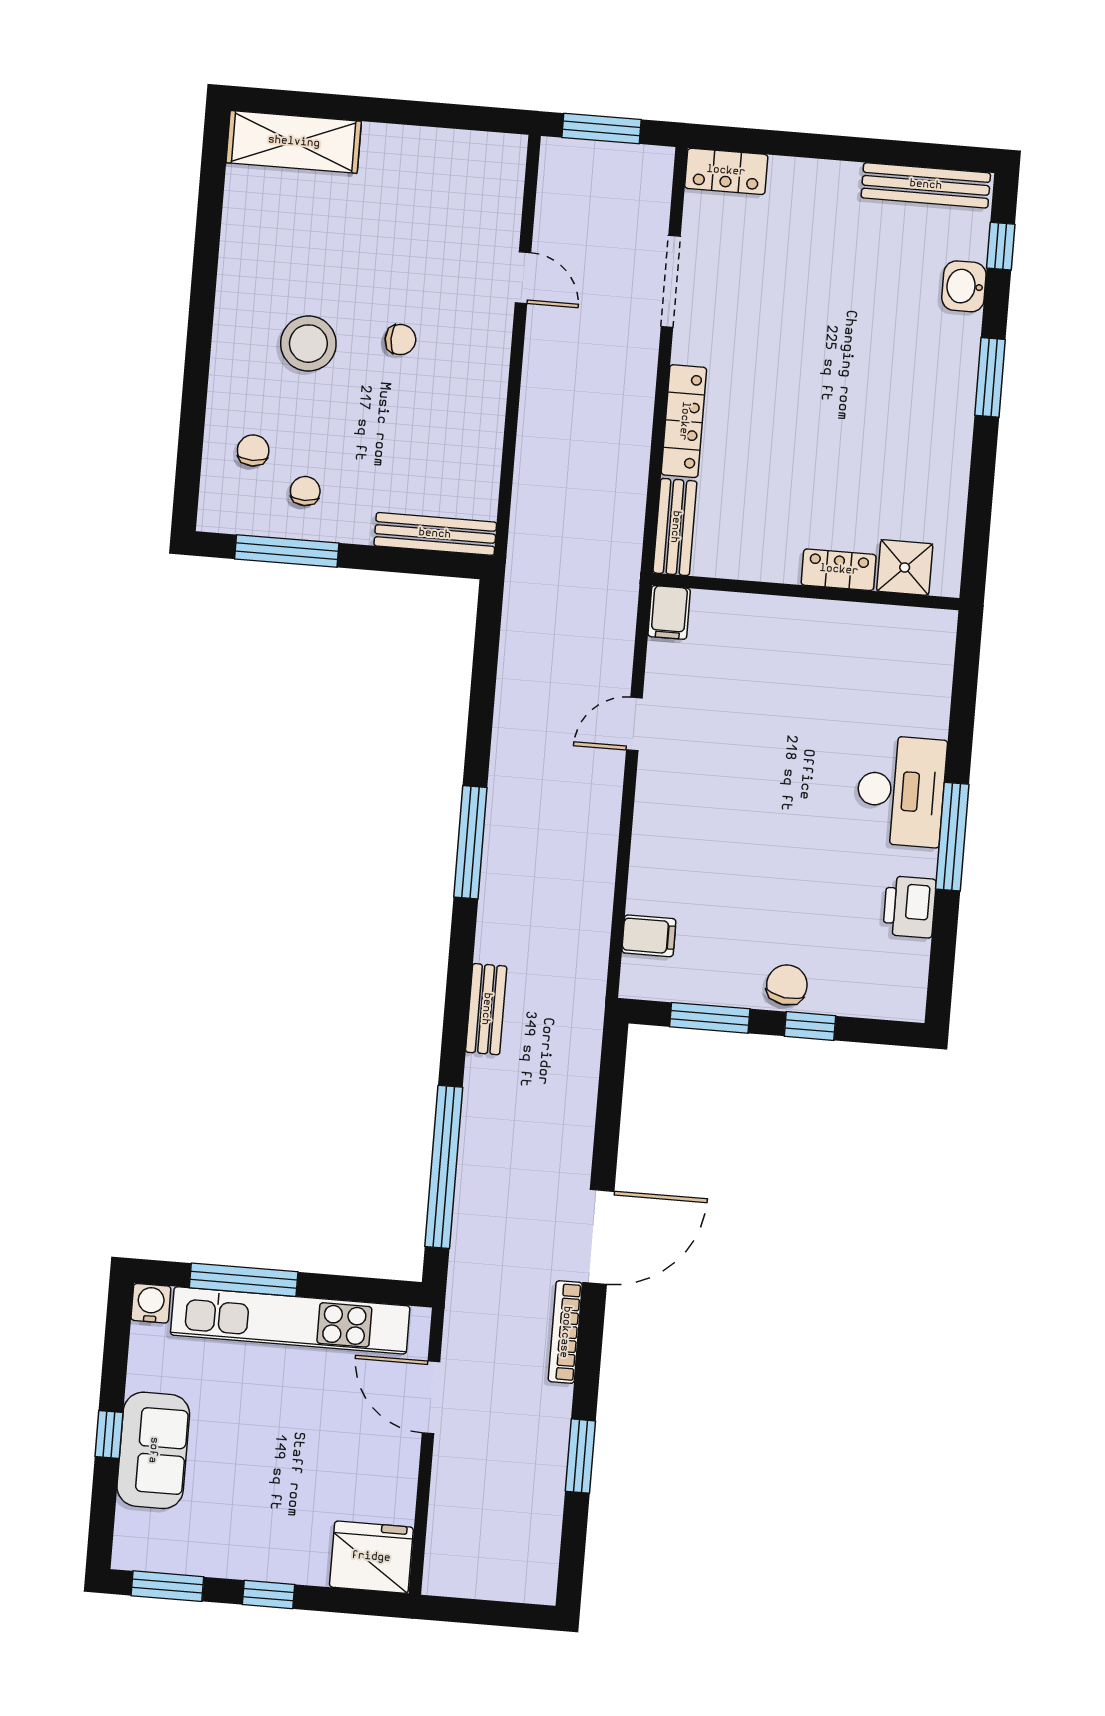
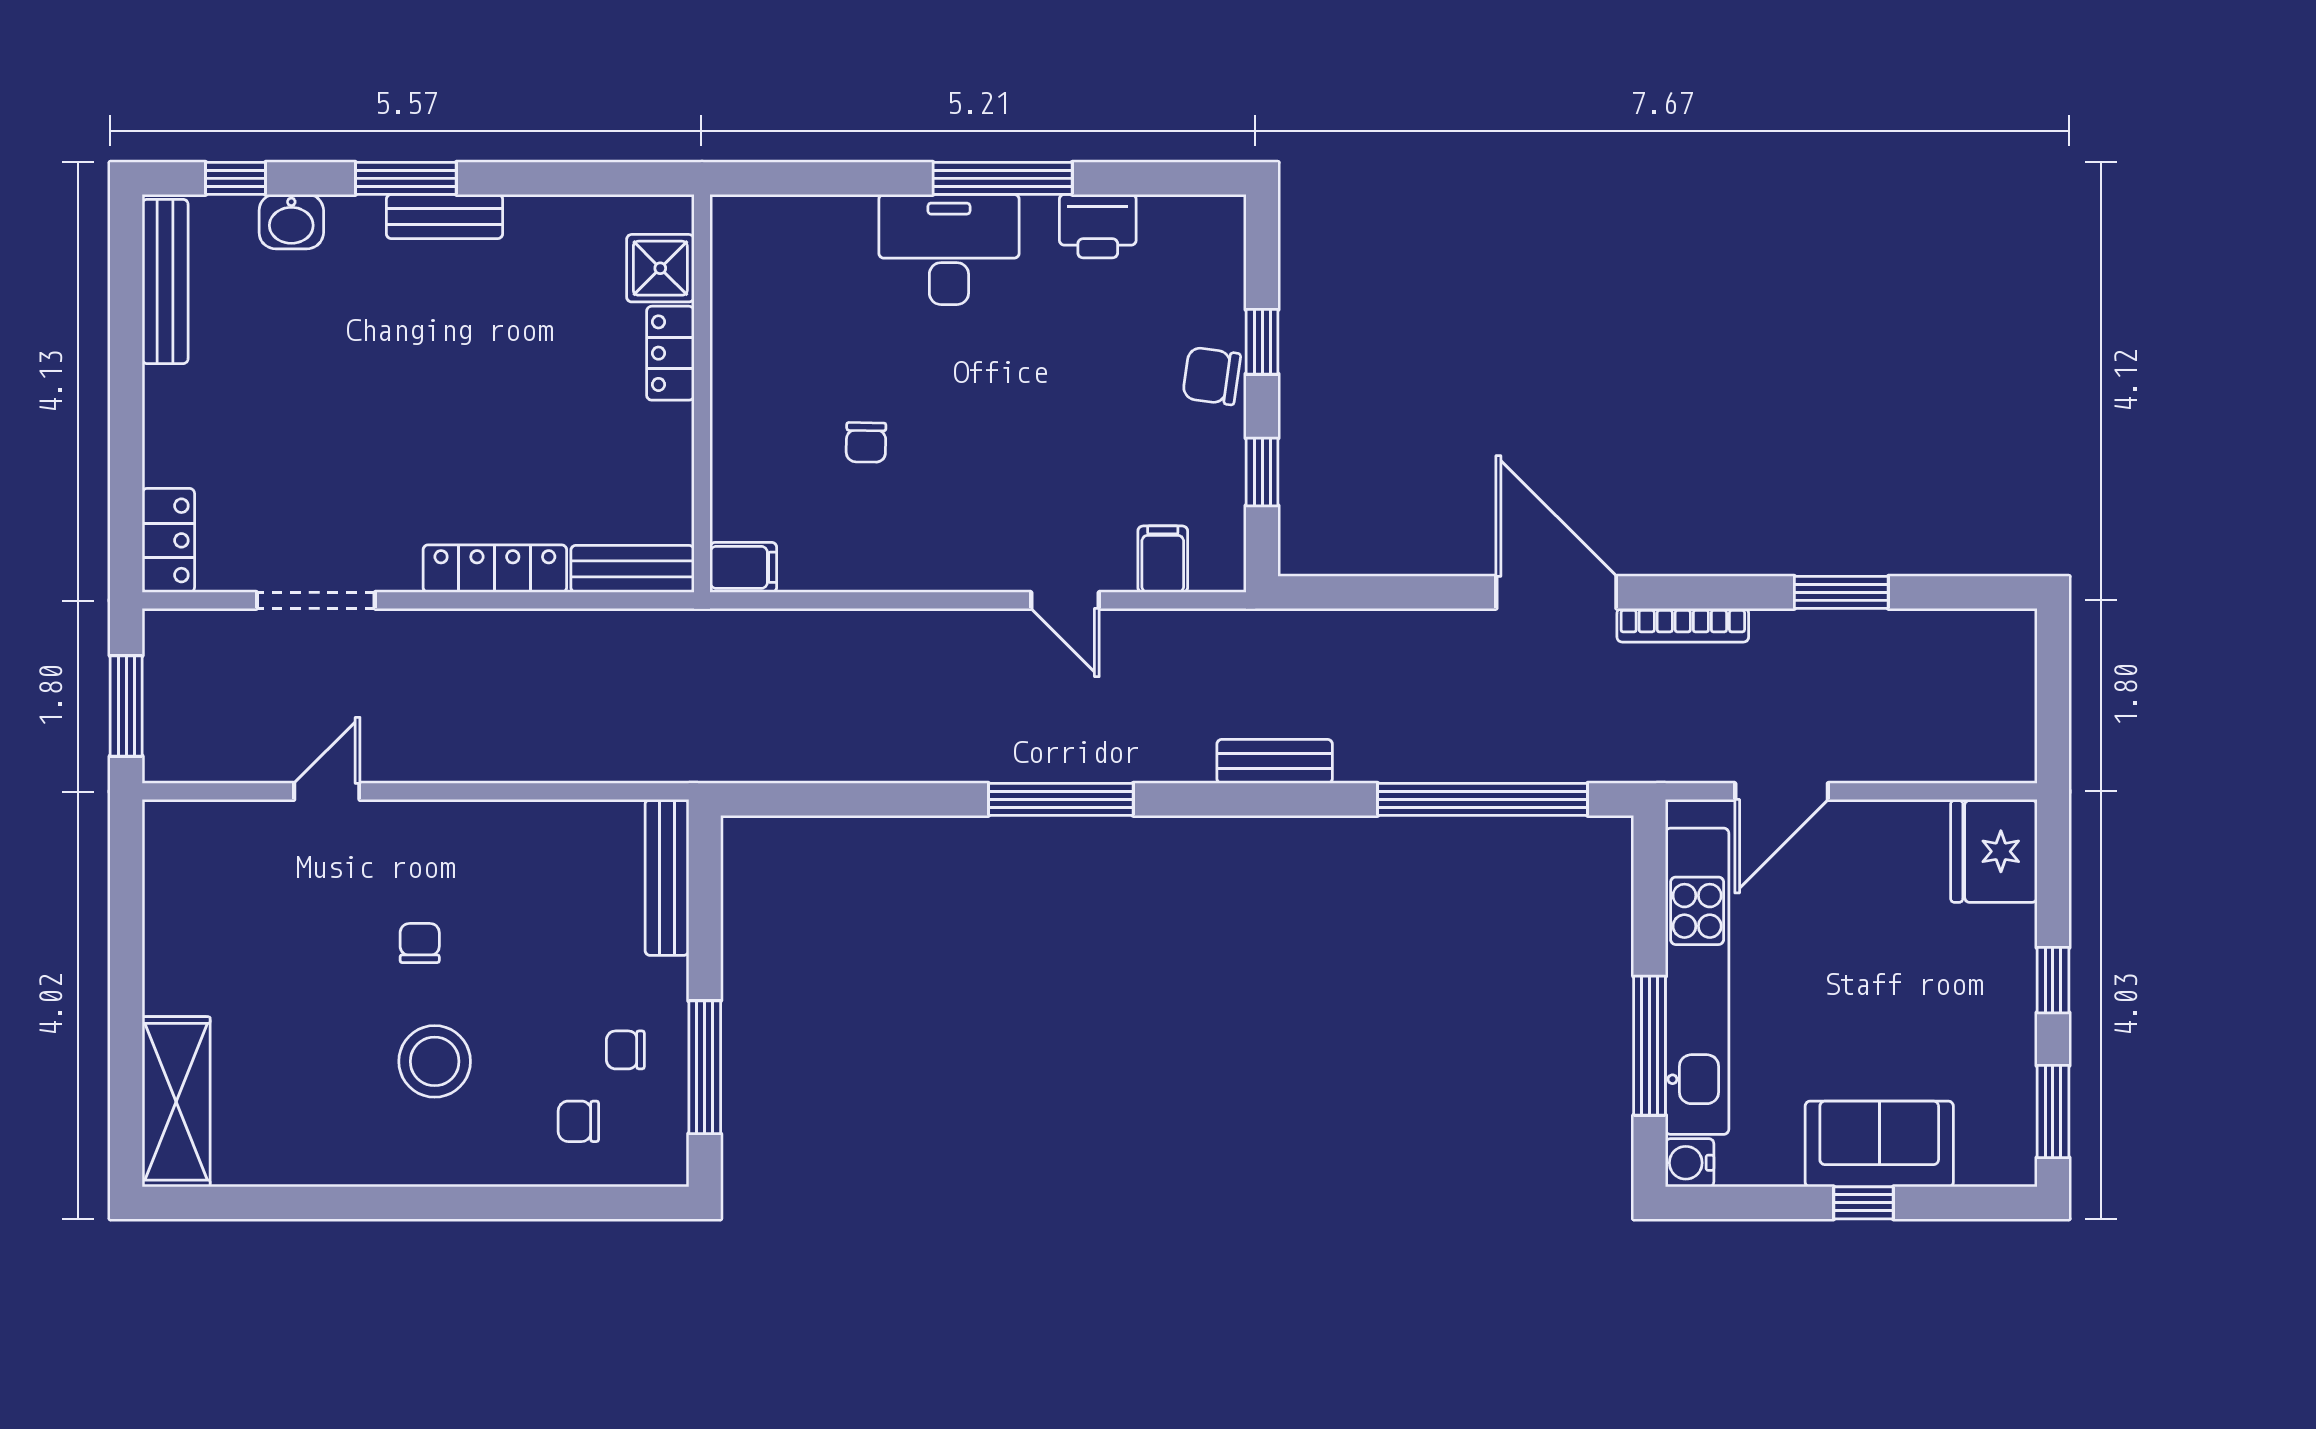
bench: (958, 405) -> (444, 216), added
chair: (758, 715) -> (866, 442), added
door: (634, 724) -> (1065, 600), moved
window: (710, 1018) -> (1262, 472), width x0.67

